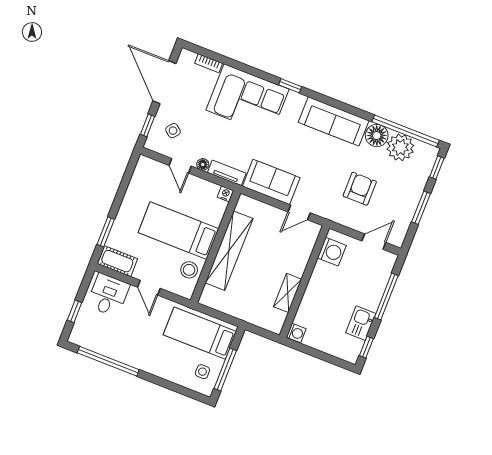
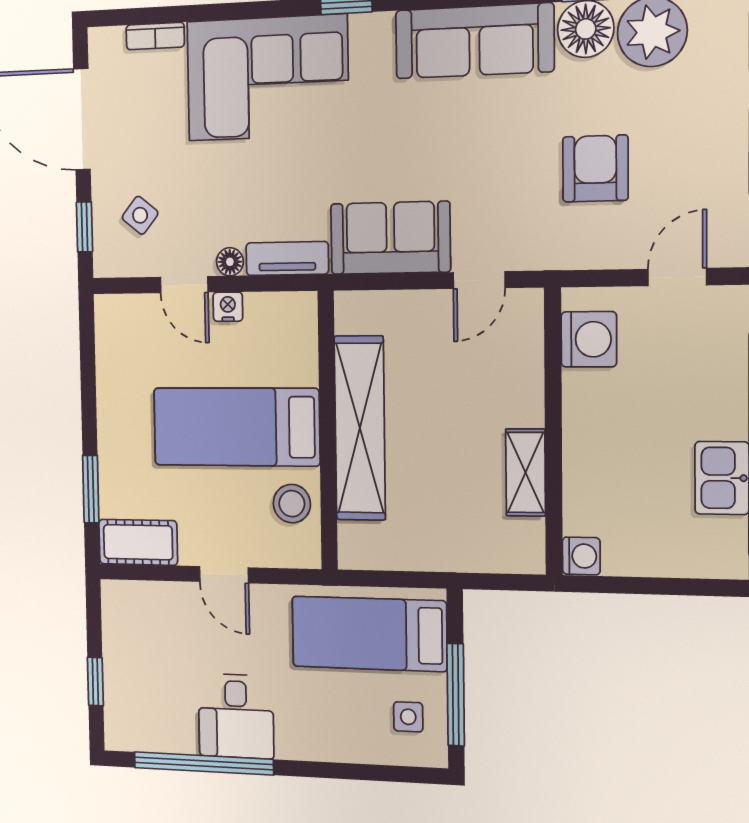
nightstand: (225, 194) -> (228, 307), moved
desk: (108, 295) -> (236, 716), moved, turned 180

